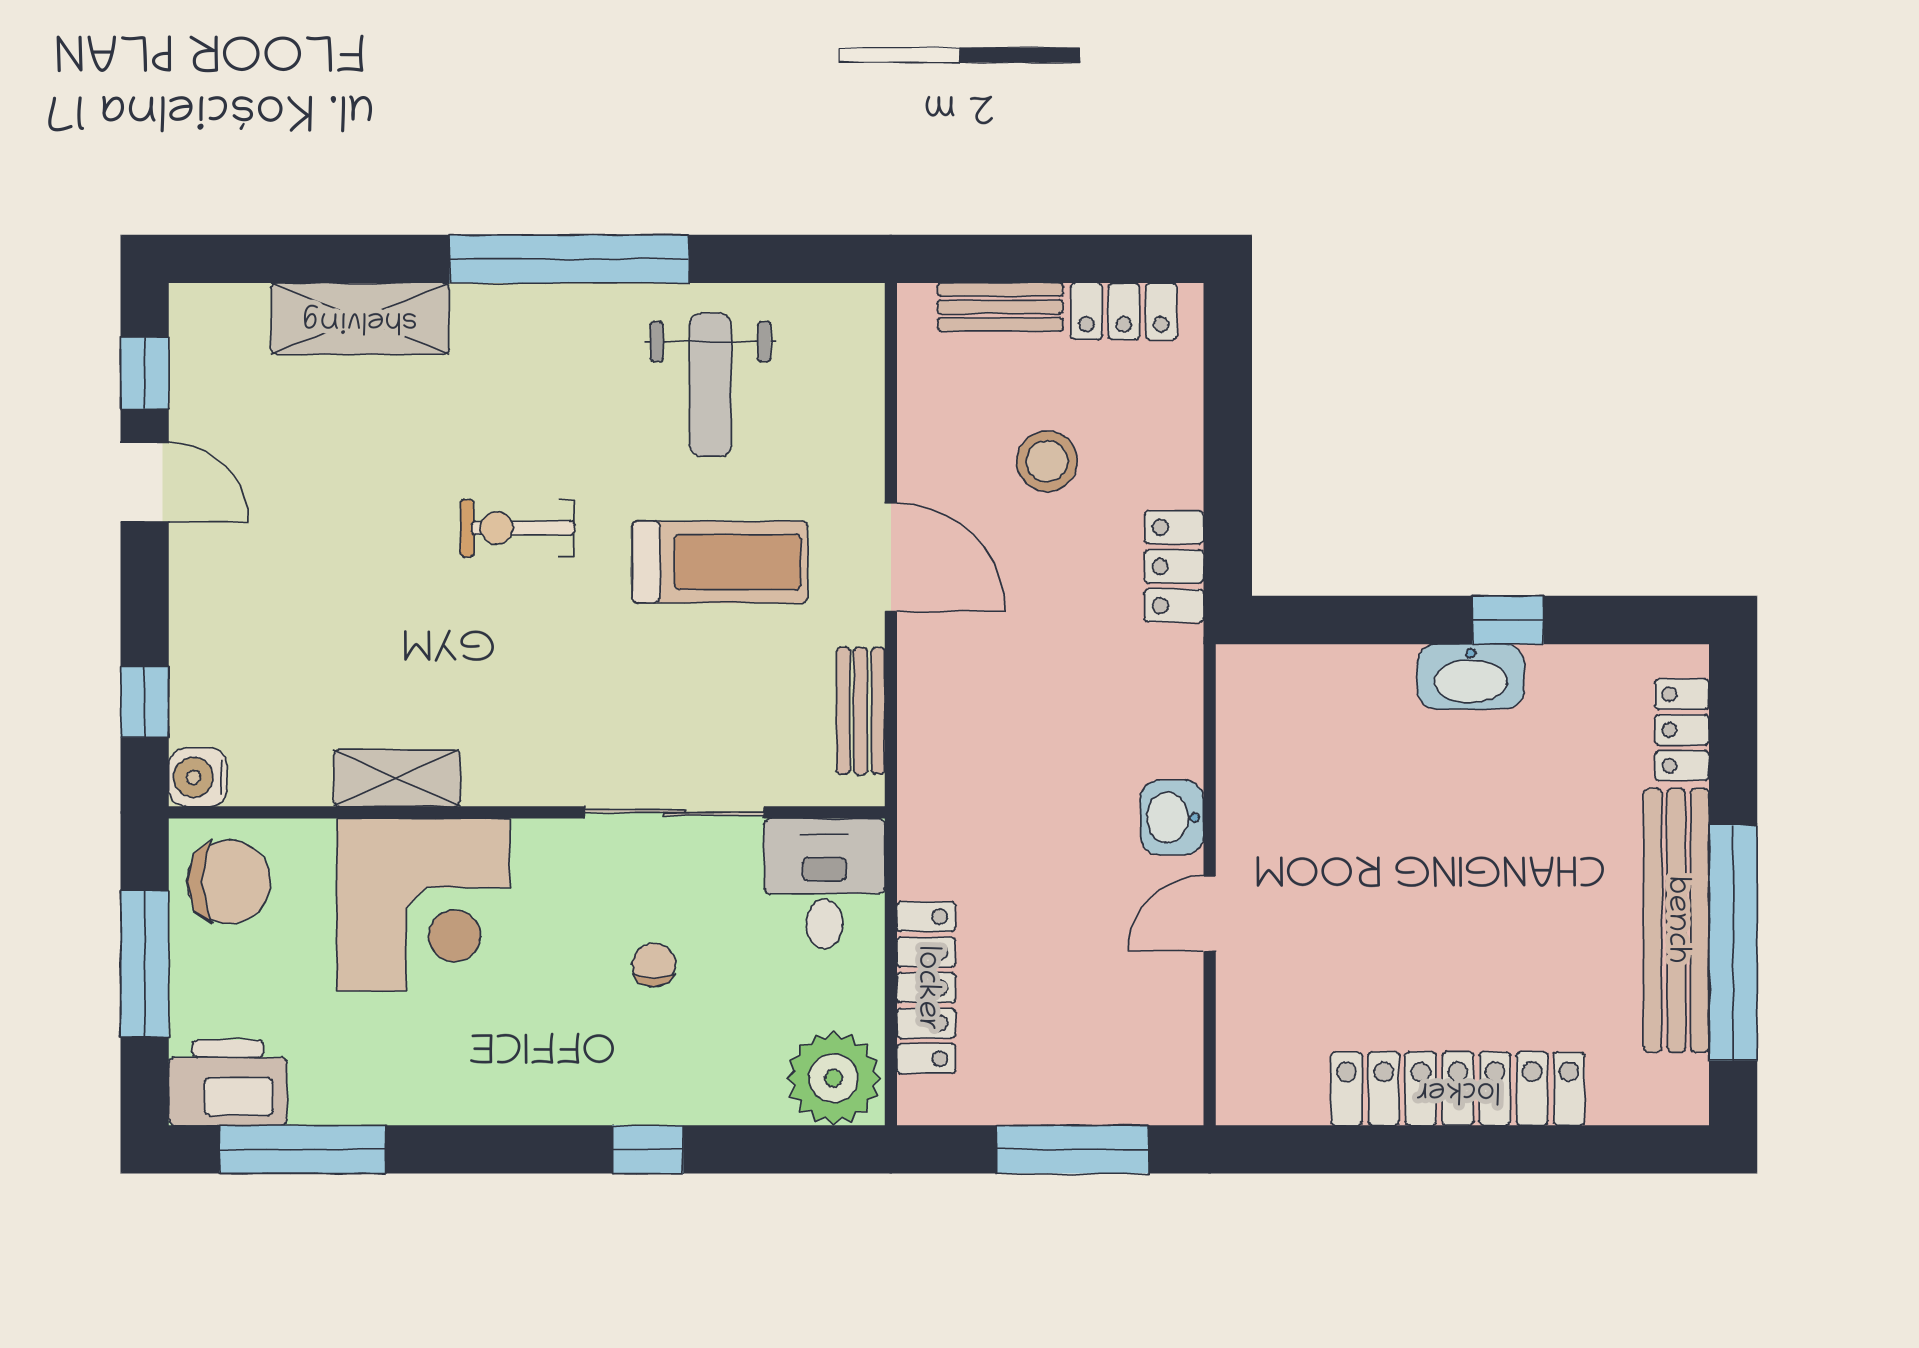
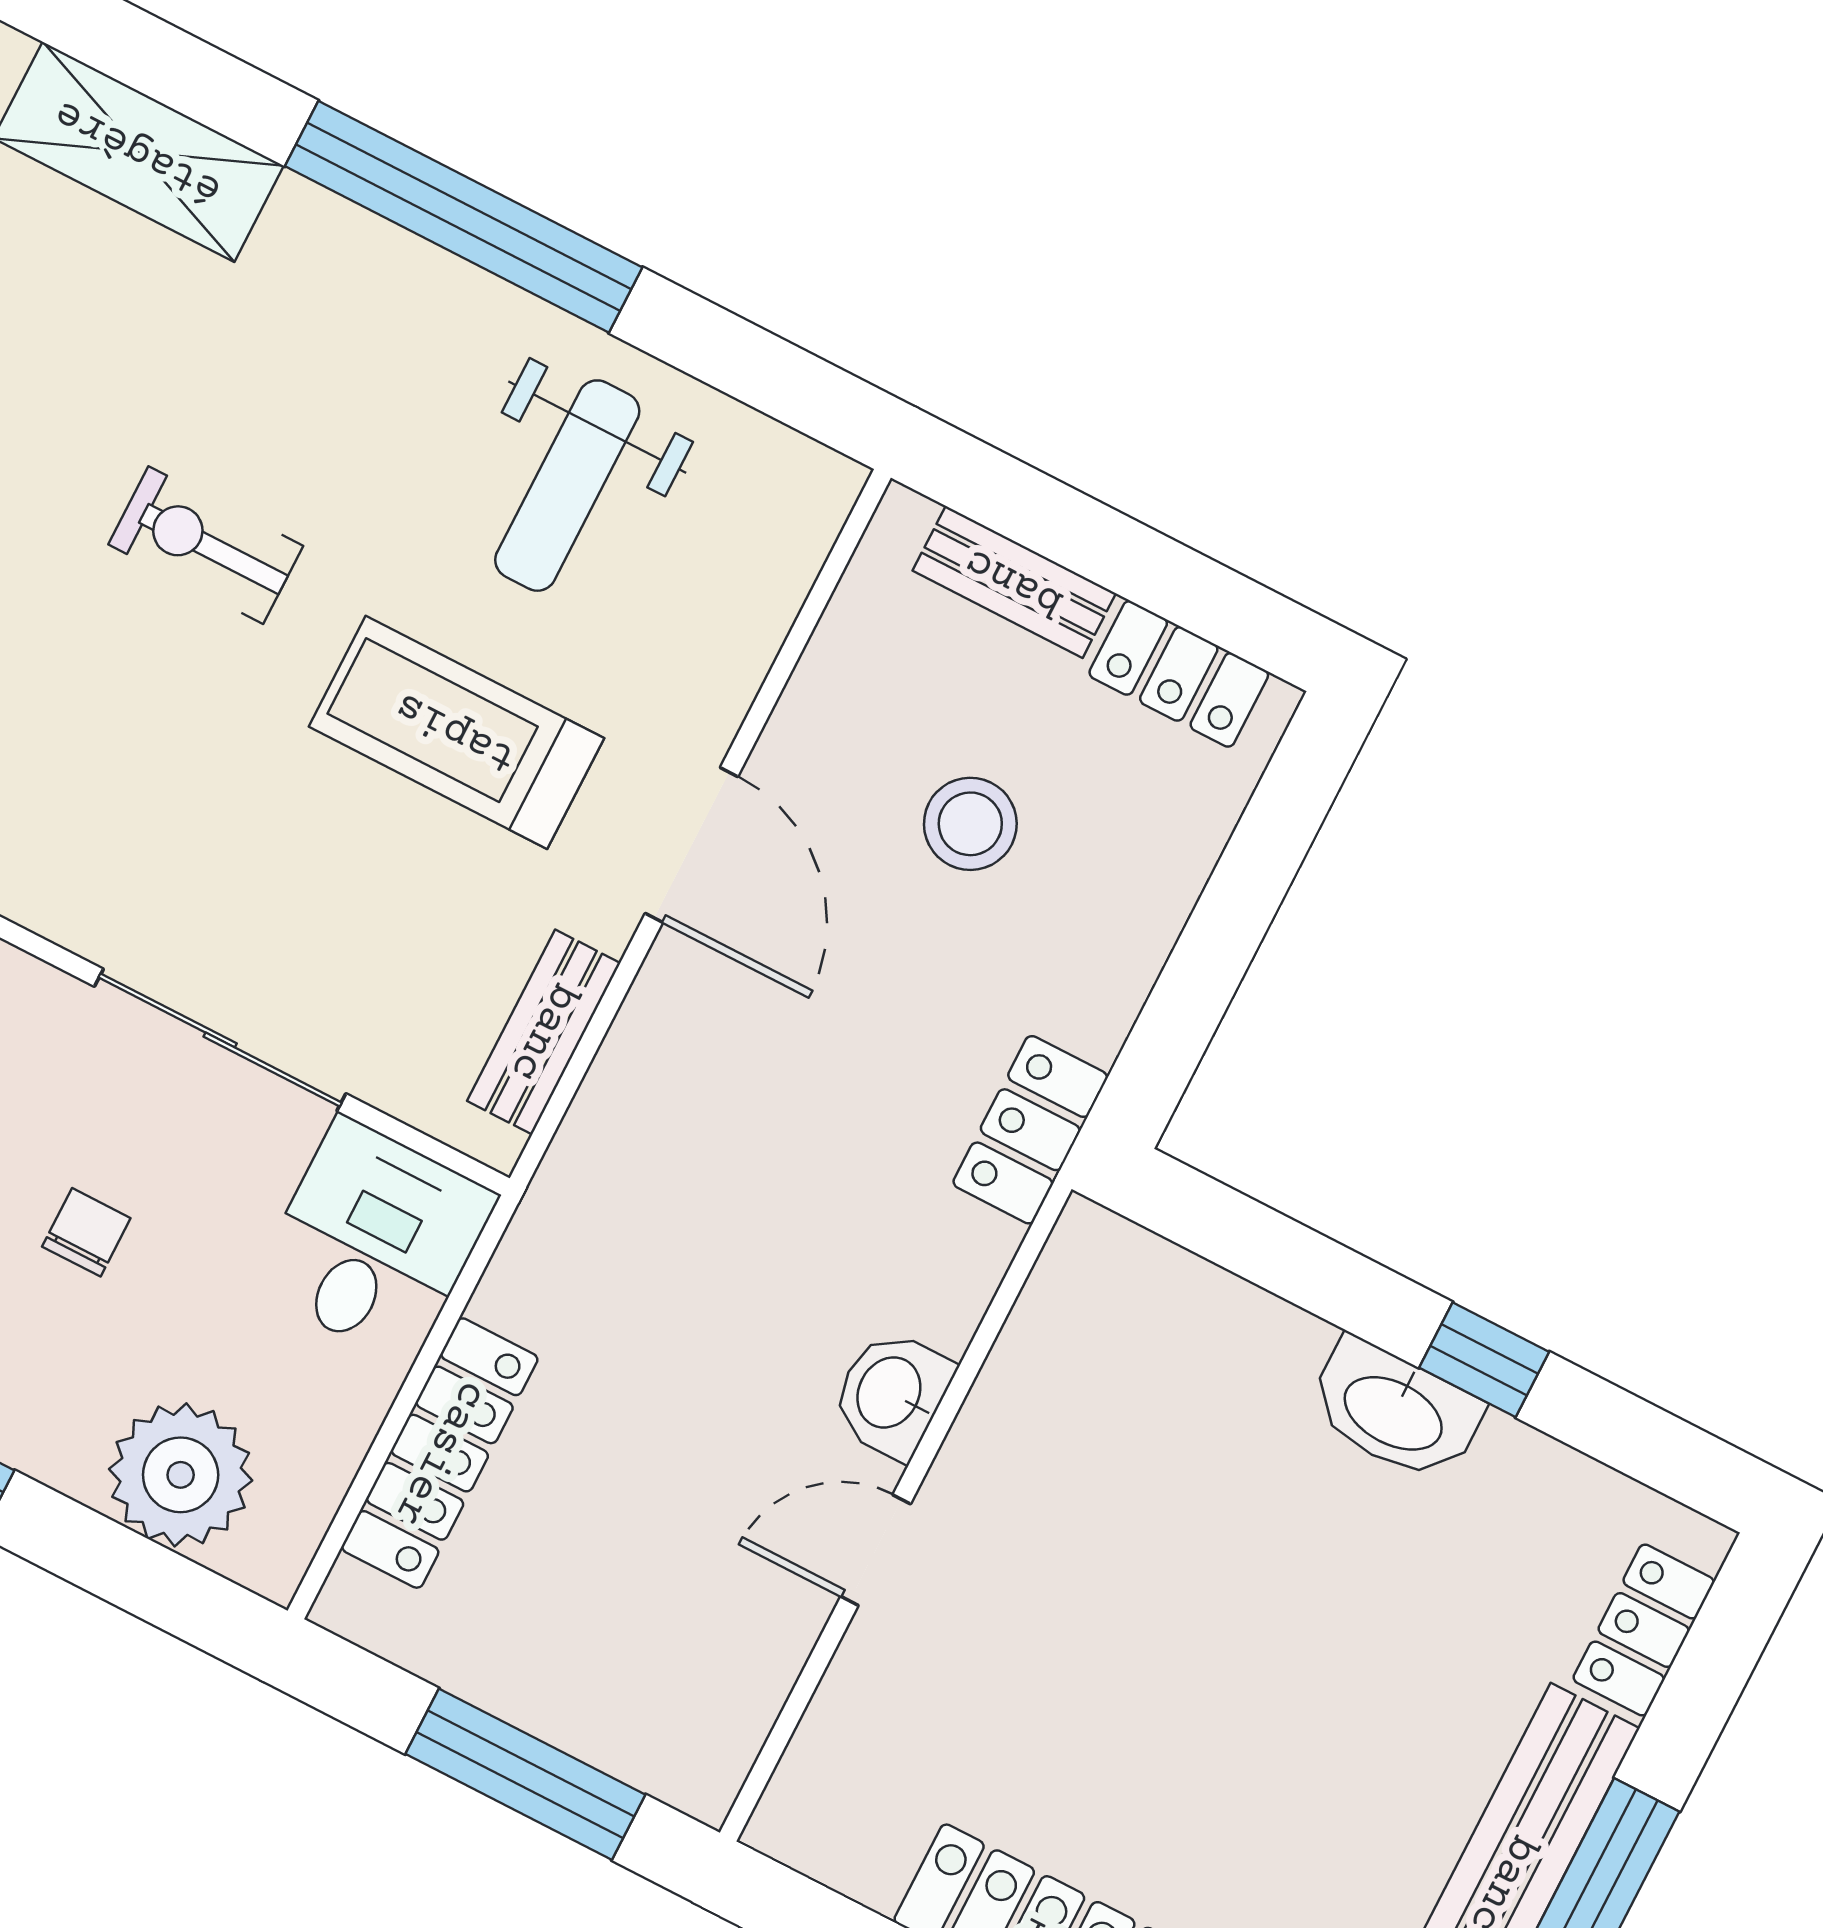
treadmill: (720, 562) -> (456, 732), turned 180
locker: (1174, 566) -> (1030, 1130), moved
plant: (834, 1078) -> (181, 1475), moved

